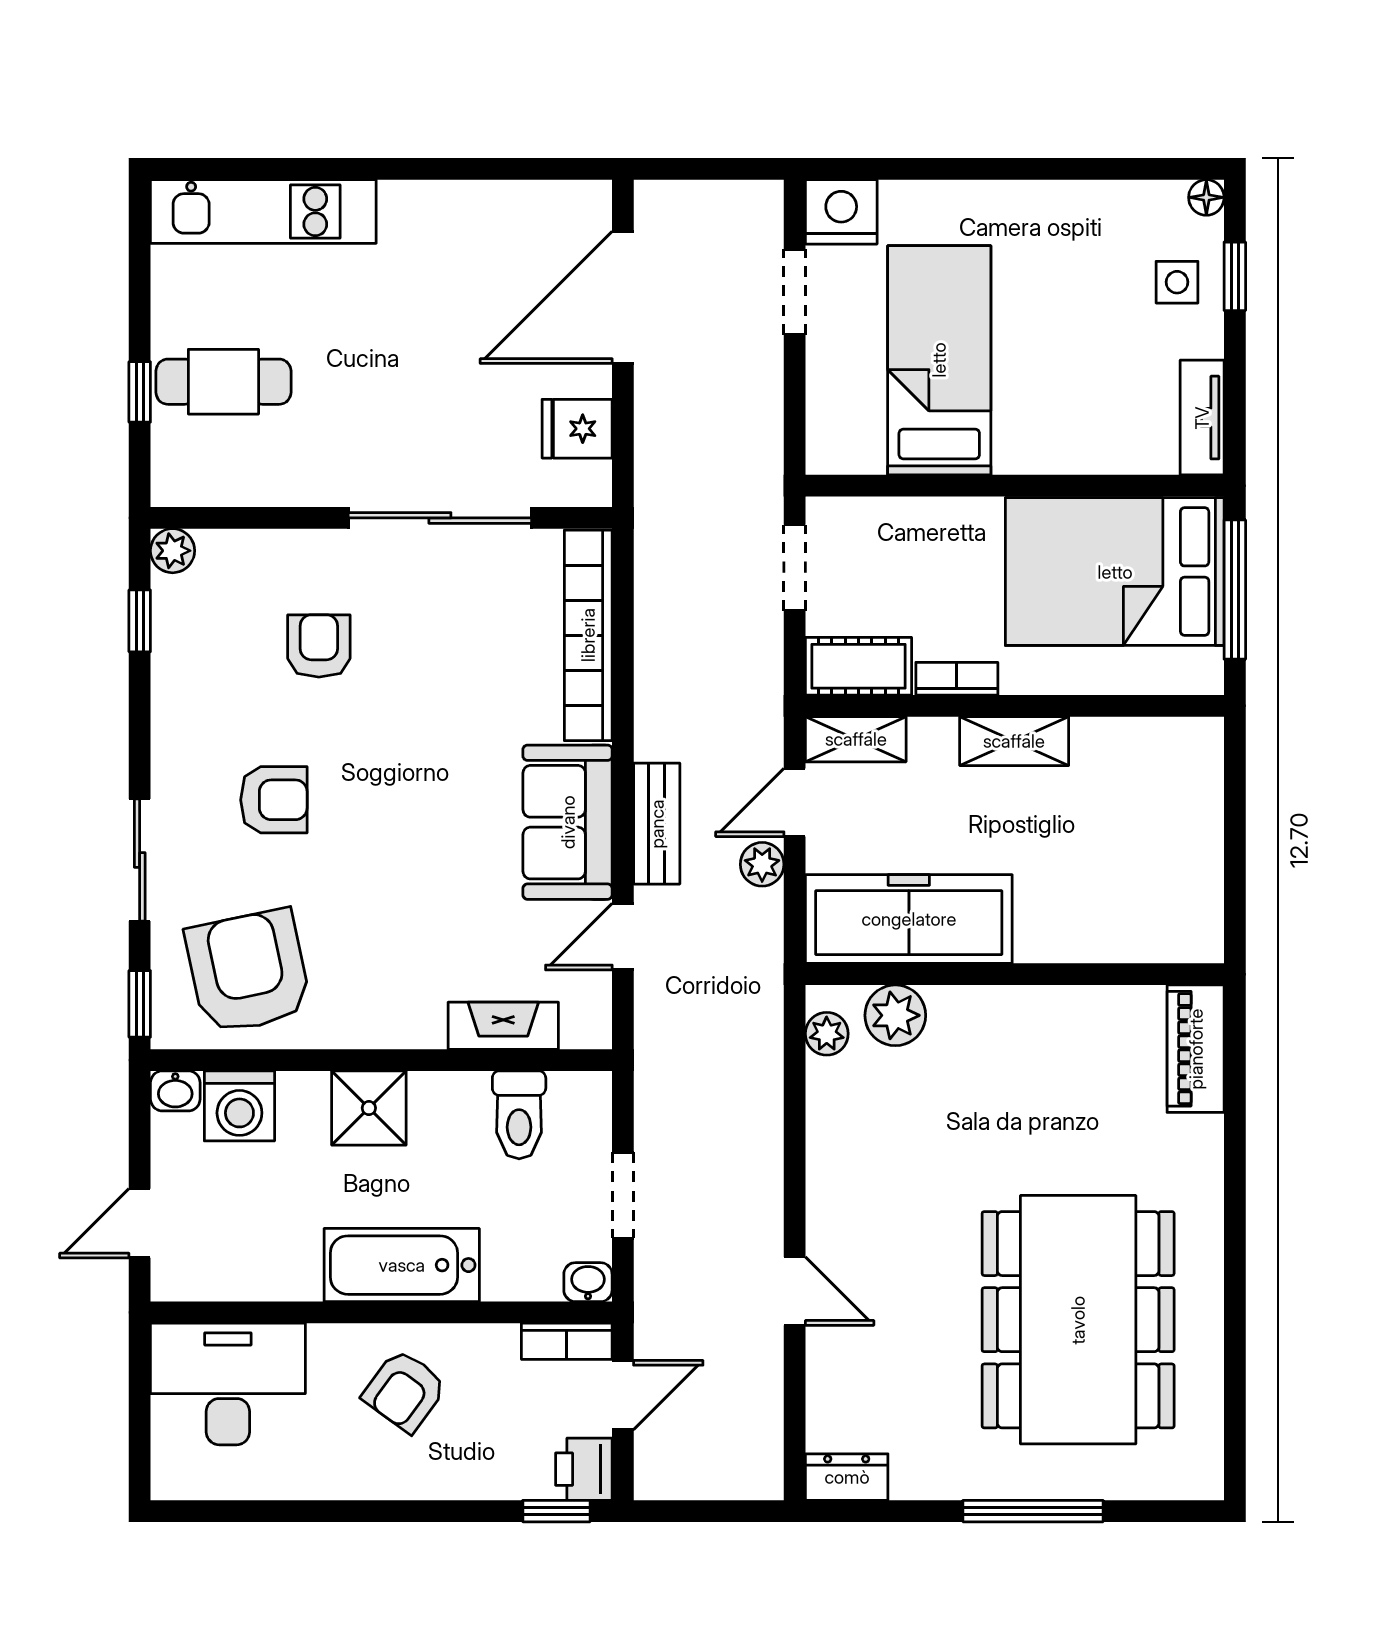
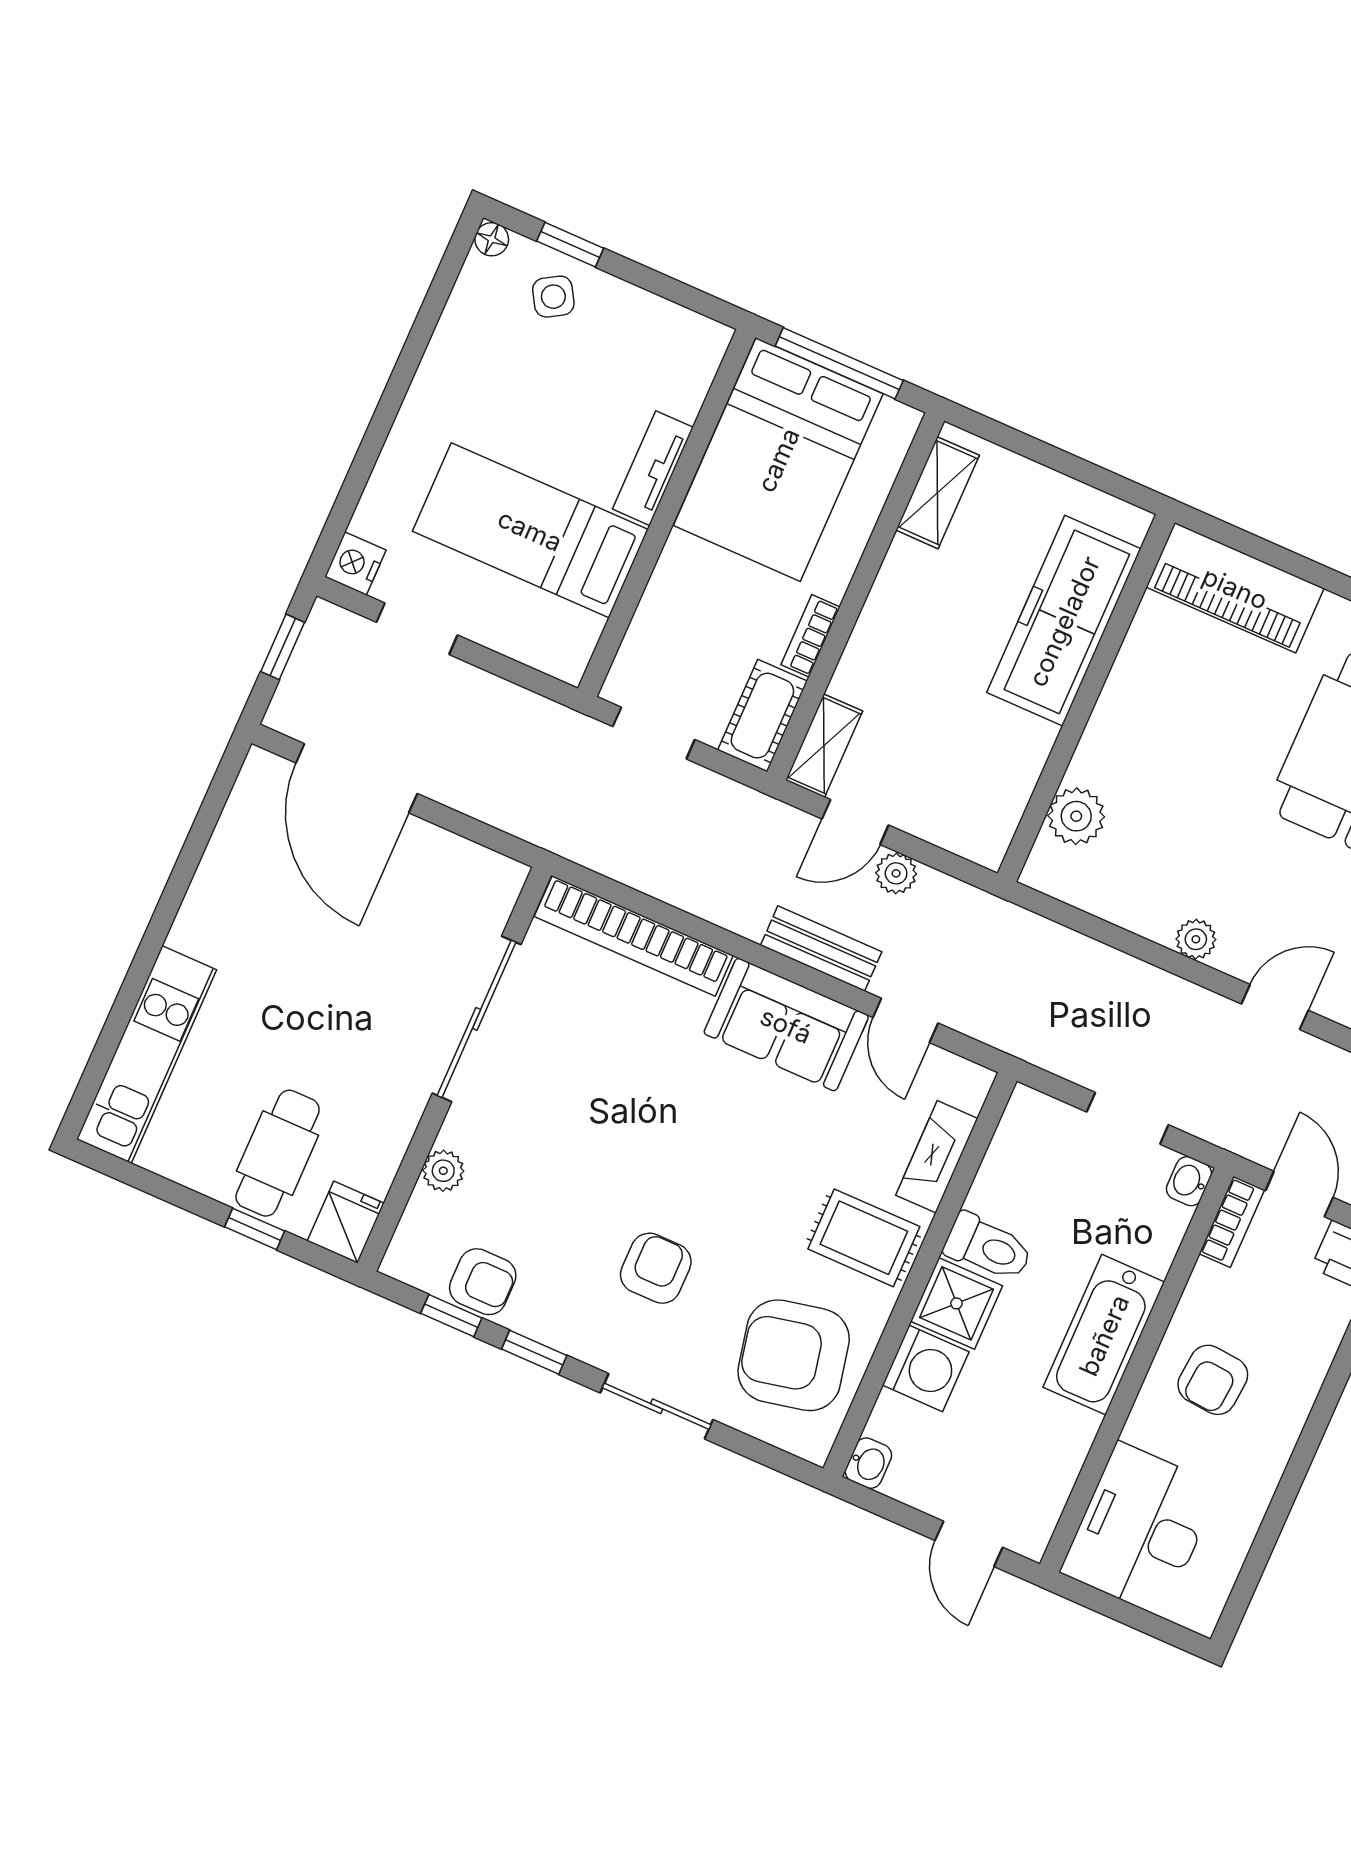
window: (719, 169) -> (283, 647), added
nightstand: (841, 212) -> (355, 563), width x0.74, depth x0.75
side table: (1177, 282) -> (553, 297), turned -31
tv unit: (1202, 418) -> (653, 468), moved, turned 90
fridge: (577, 429) -> (346, 1222), moved, turned 180
plant: (173, 551) -> (443, 1171), moved
armchair: (319, 646) -> (483, 1282), moved, turned 180
shelving: (1014, 741) -> (938, 493), moved
door: (795, 802) -> (855, 822), hinge flipped
freezer: (909, 919) -> (1064, 621), moved
rug: (393, 990) -> (864, 1238), added
window: (140, 1004) -> (534, 1352), moved
plant: (827, 1034) -> (1196, 939), moved
piano: (1196, 1049) -> (1235, 588), width x1.37, depth x1.33
washing machine: (239, 1106) -> (926, 1368), moved
toilet: (519, 1115) -> (988, 1247), moved
armchair: (405, 1391) -> (1213, 1380), turned 59

